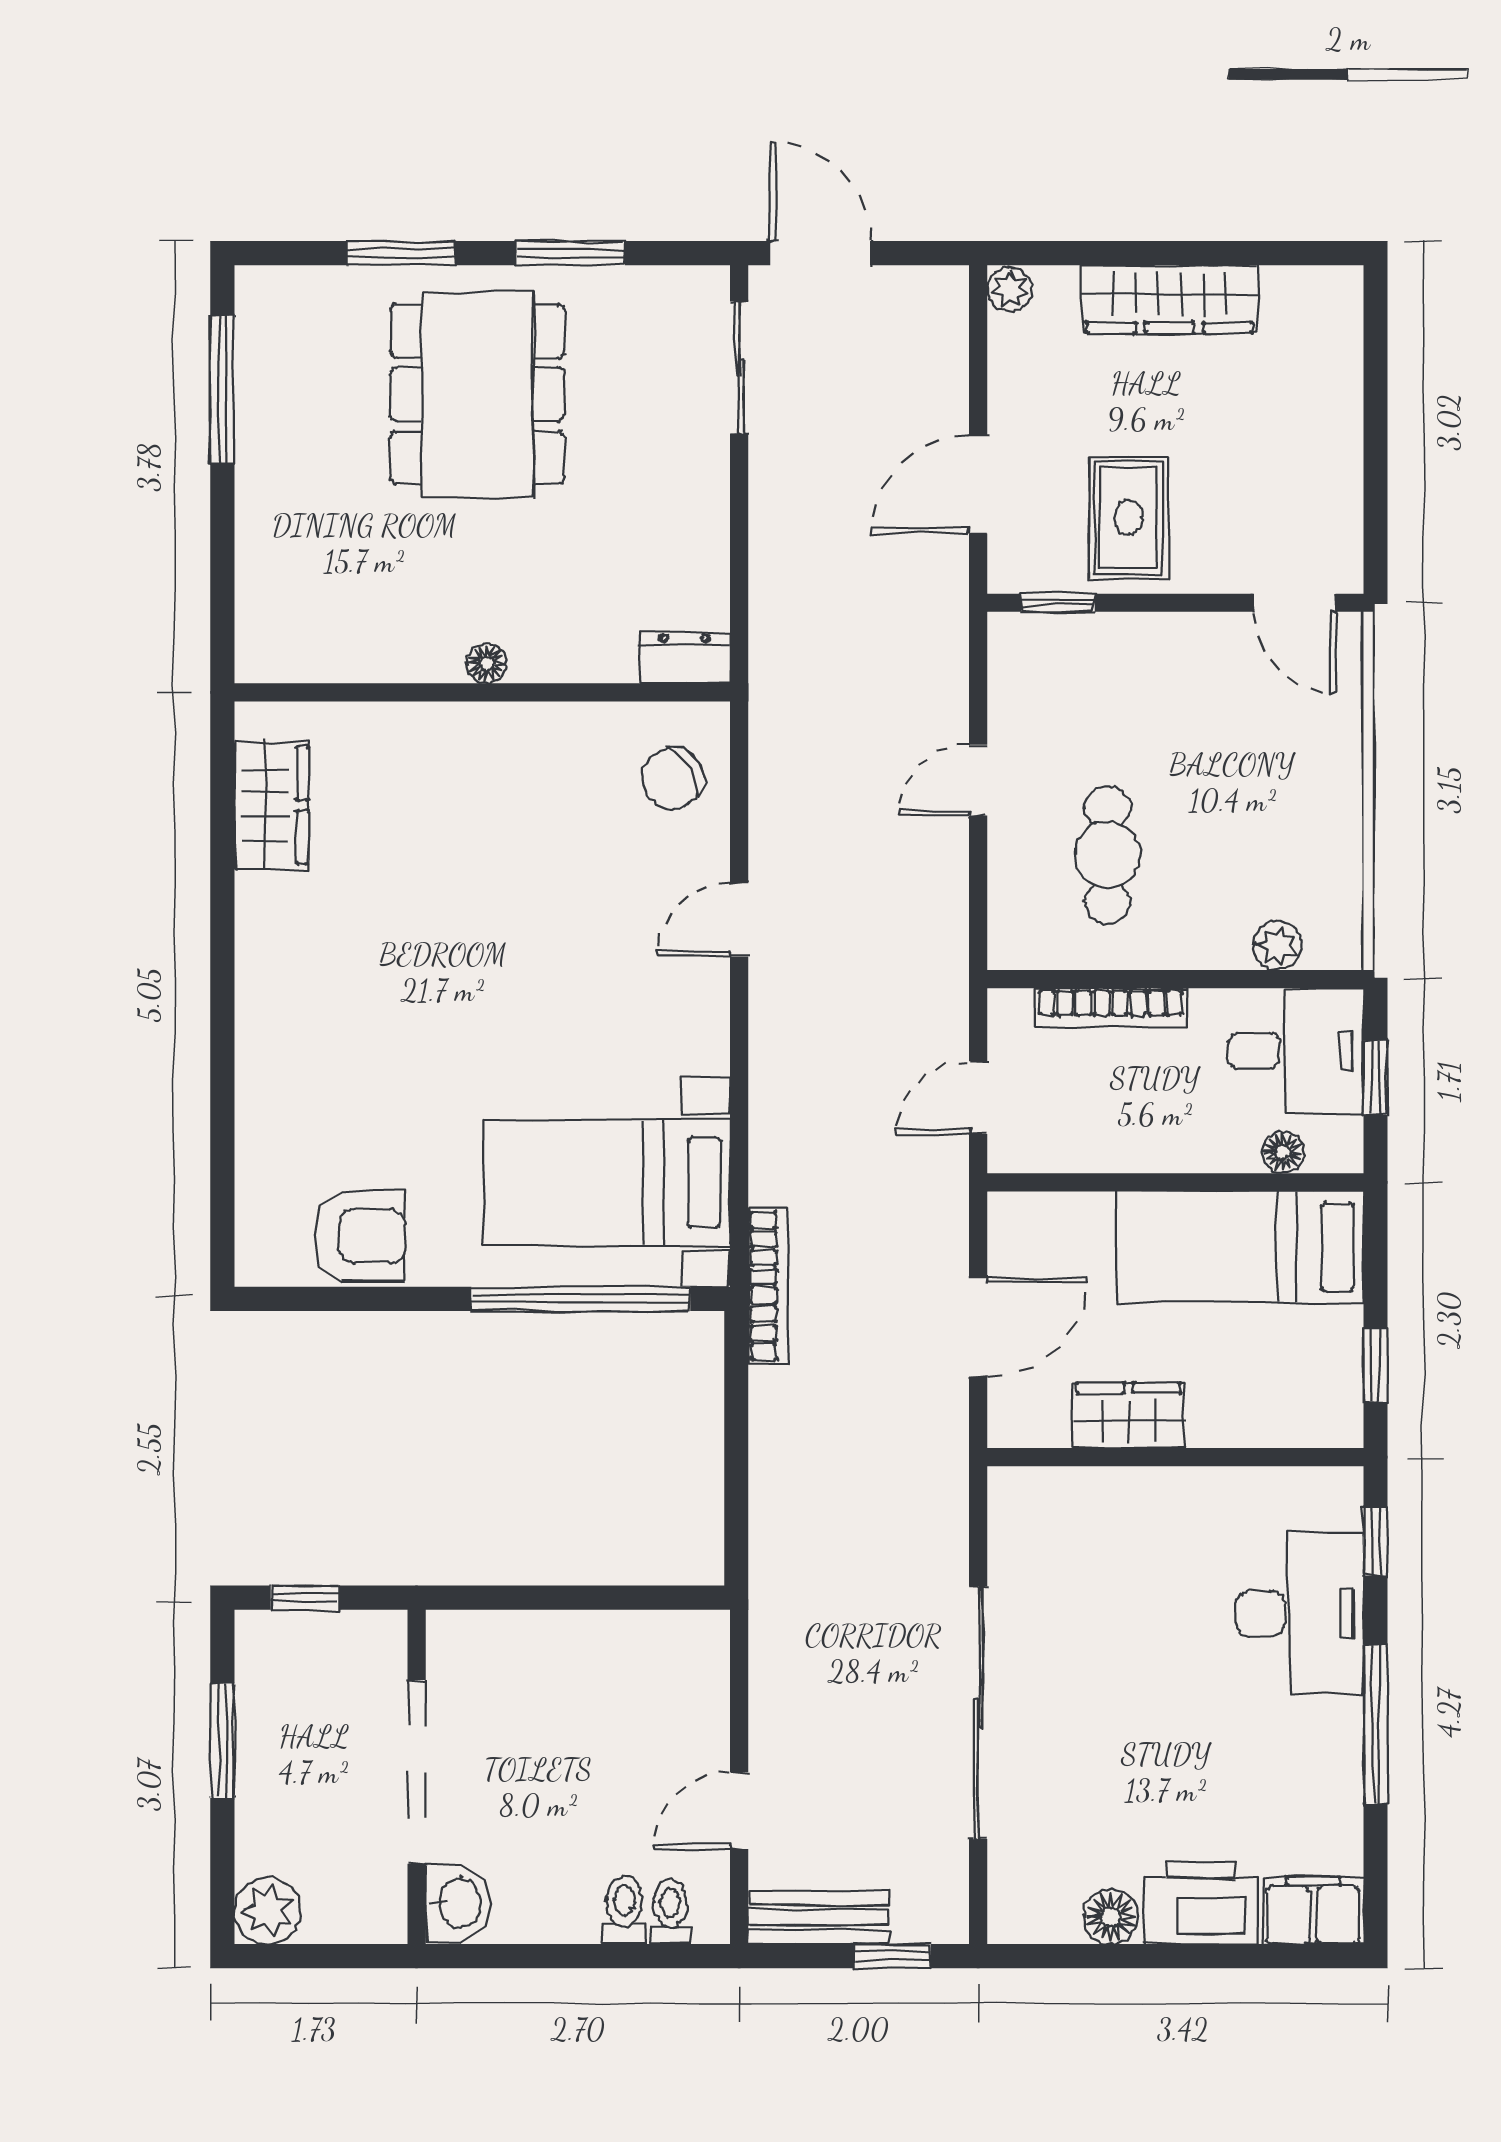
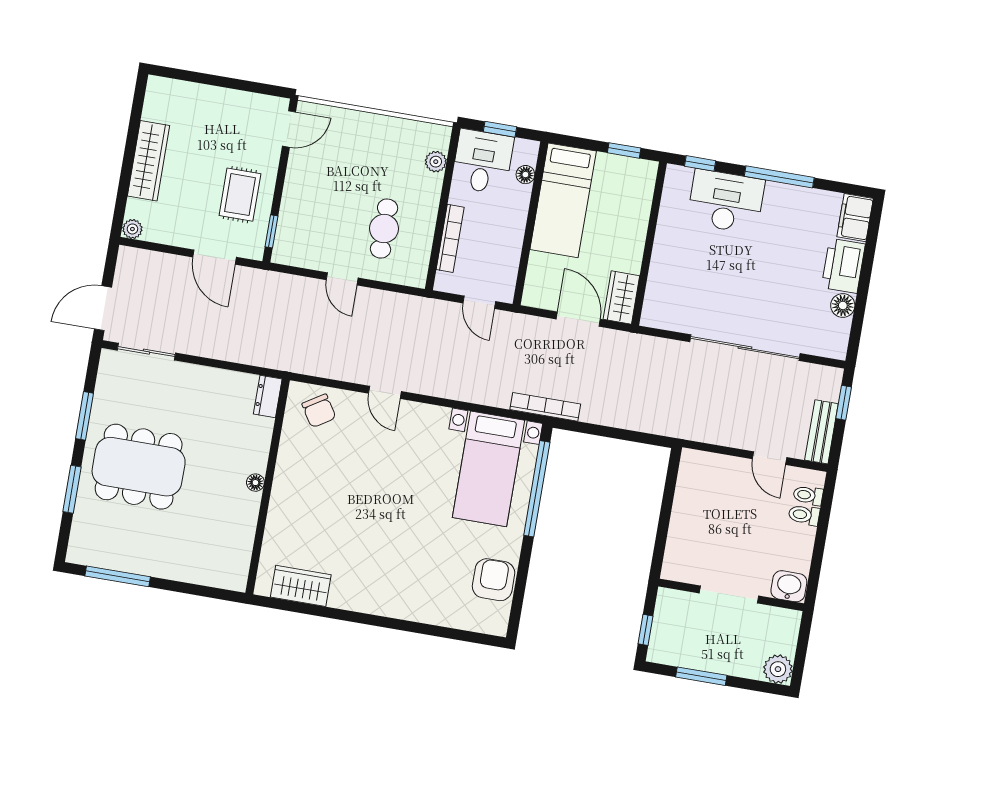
rug: (1128, 518) -> (240, 195), turned 90
cafe table: (1107, 855) -> (384, 229), turned 90
wardrobe: (1128, 1415) -> (621, 297), moved
doorway: (417, 1772) -> (729, 595), width x0.73

